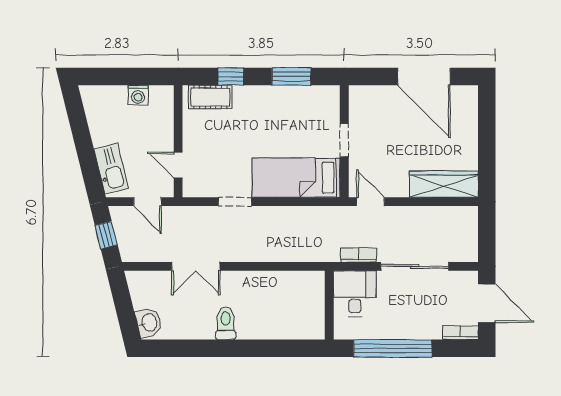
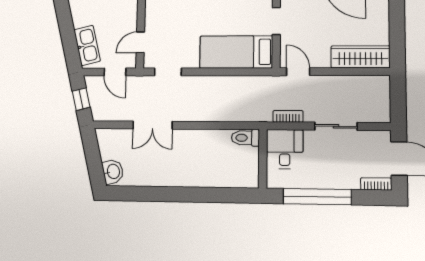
door: (178, 165) -> (140, 42), hinge flipped
doorway: (235, 202) -> (168, 72), moved
sliding door: (415, 266) -> (336, 126), width x0.73
toilet: (226, 323) -> (245, 138), moved, turned -90

